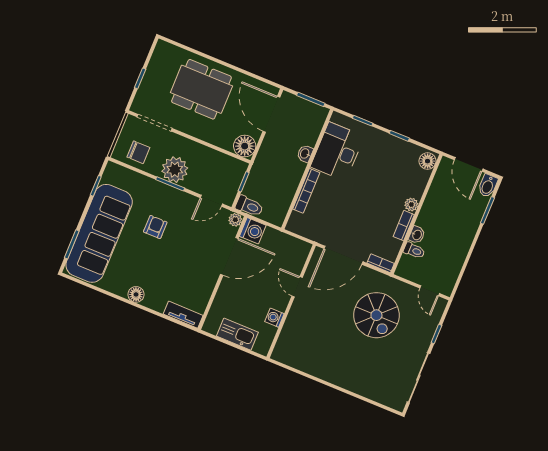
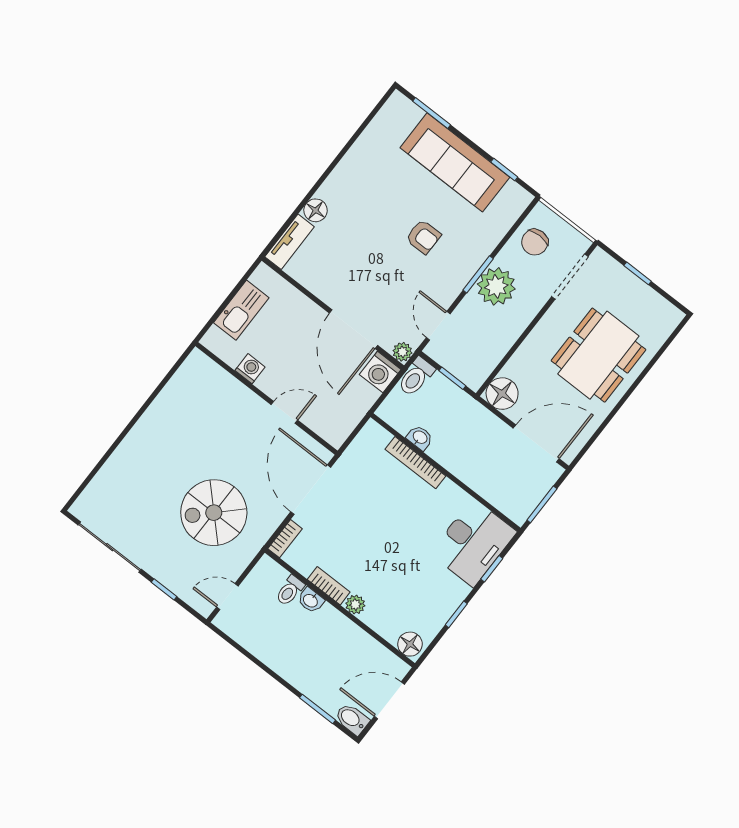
desk: (337, 152) -> (473, 543), moved, turned 90
washbasin: (305, 154) -> (420, 438), moved
sofa: (99, 233) -> (455, 162), width x0.74, depth x0.79
floor lamp: (136, 294) -> (315, 210), moved

